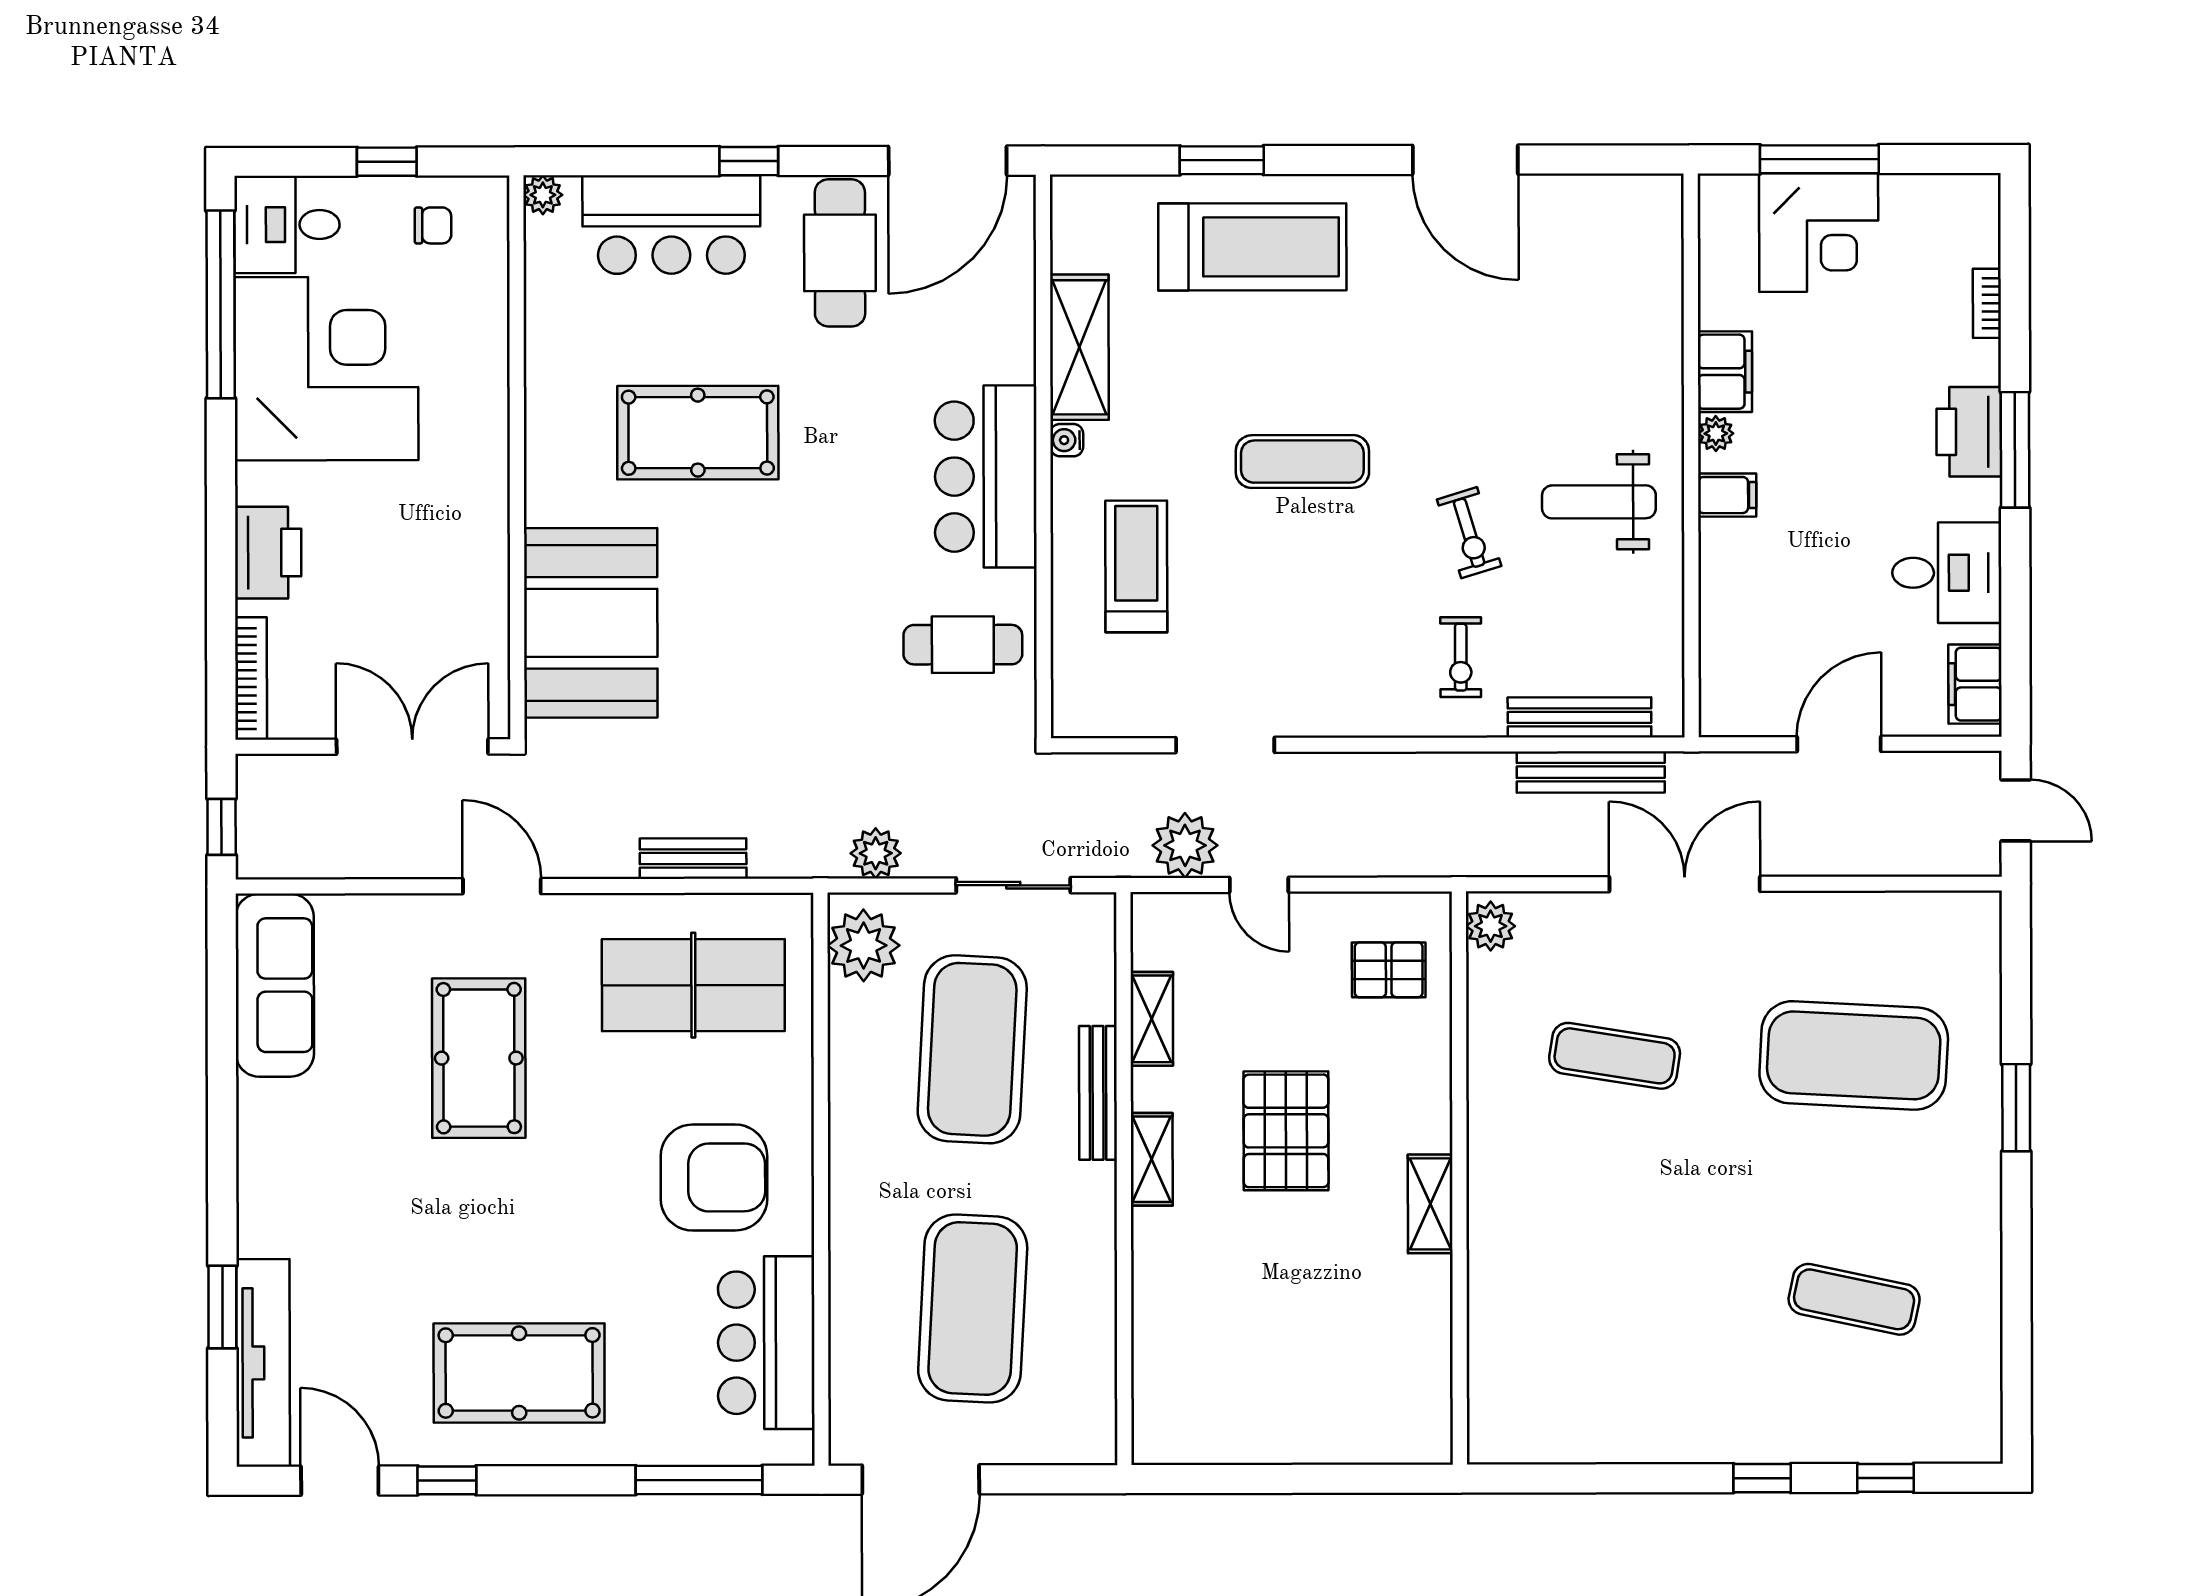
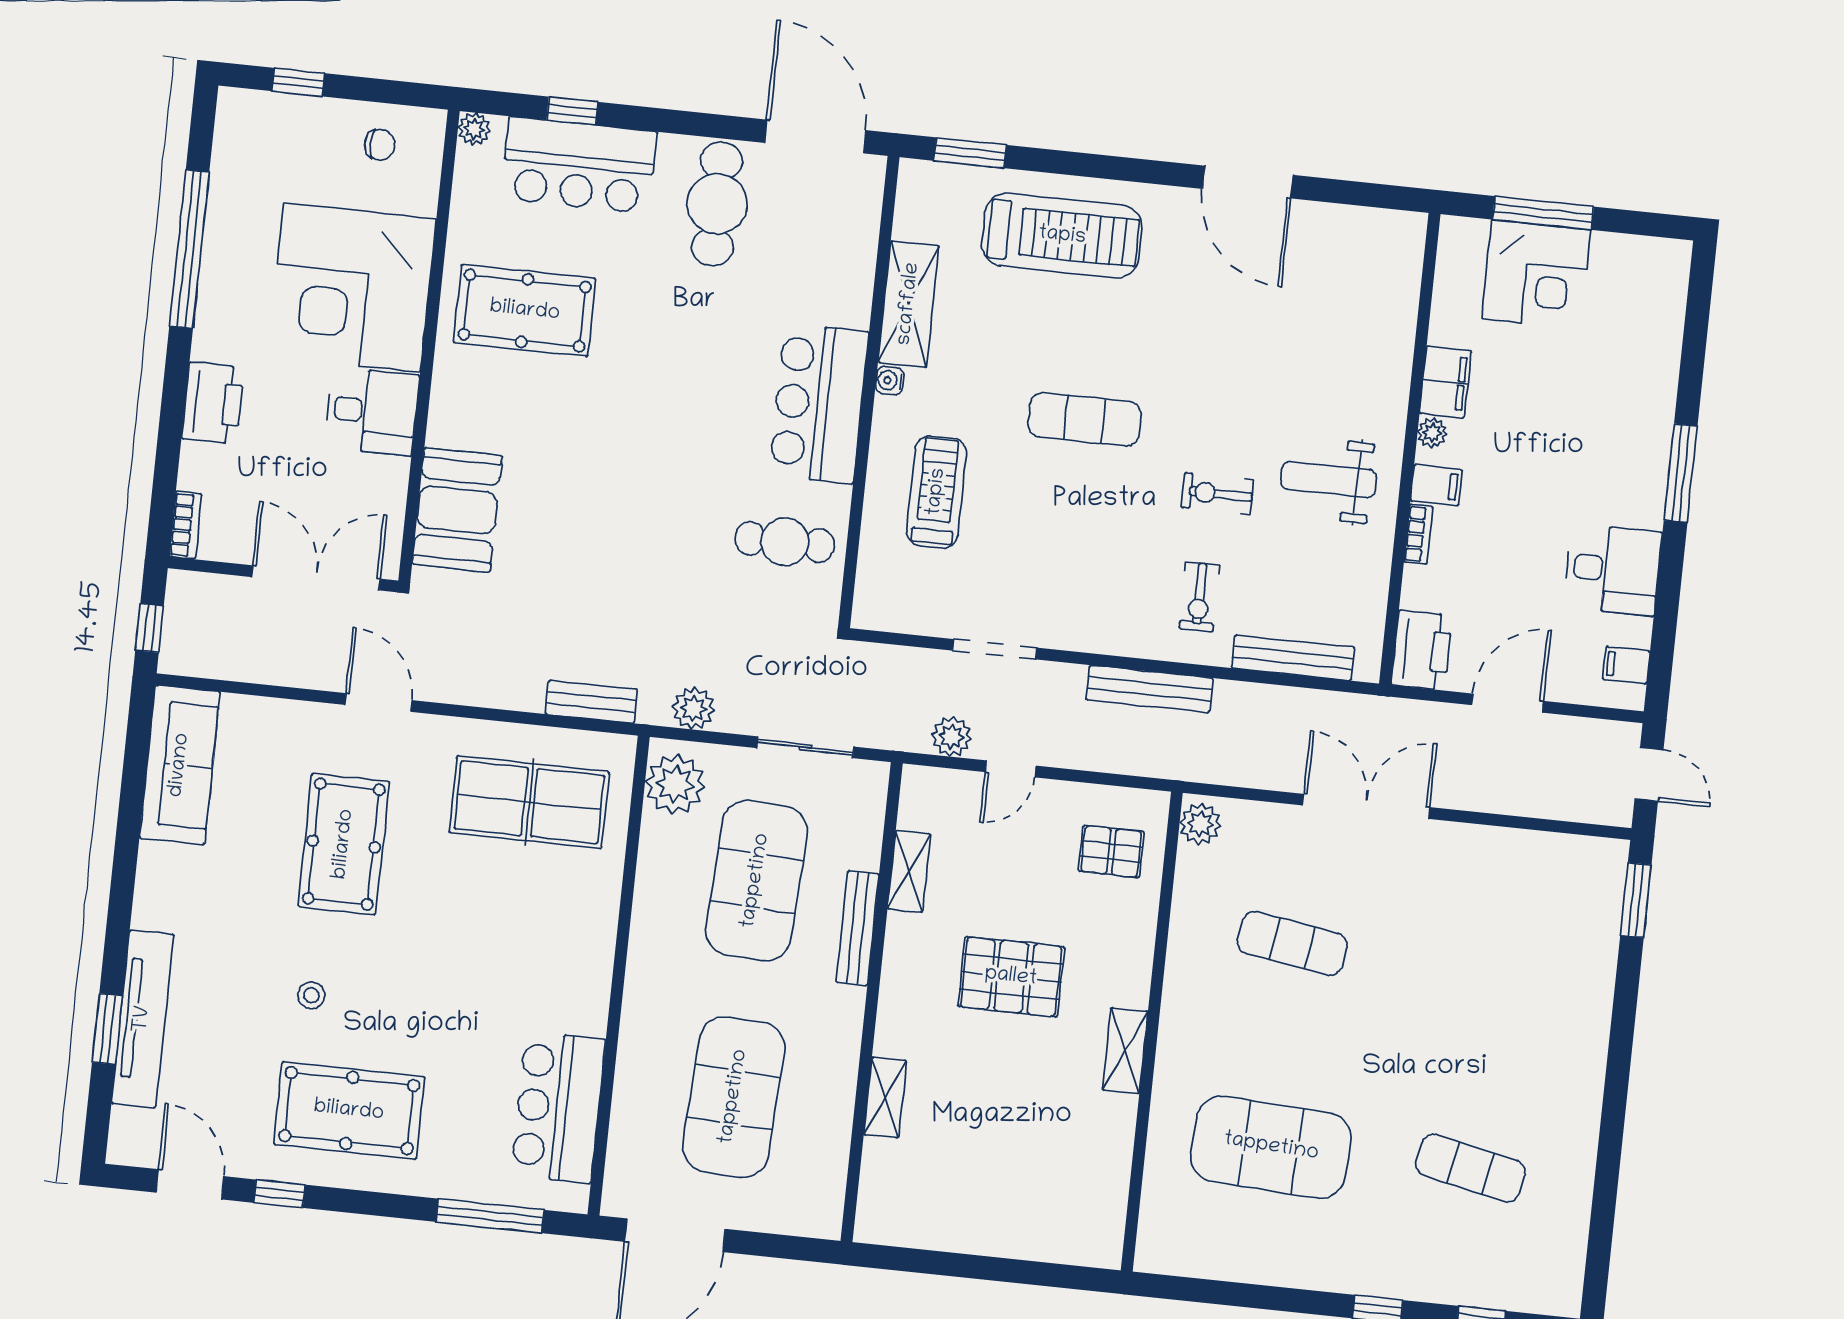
window: (1222, 160) -> (970, 153), moved
window: (749, 161) -> (572, 111), moved
door: (948, 161) -> (815, 137), swing flipped
window: (387, 162) -> (298, 82), moved
desk: (287, 225) -> (372, 411), moved, turned 180
bookcase: (1987, 303) -> (1418, 534), moved, turned 180
window: (221, 304) -> (189, 249), moved
corner desk: (326, 369) -> (352, 288), moved, turned 180
printer: (1969, 432) -> (1422, 650), moved, turned 180
pool table: (698, 433) -> (525, 311), moved
exercise bike: (1469, 533) -> (1217, 494), turned 107
booth: (591, 623) -> (457, 510), width x0.73, depth x0.70
bookcase: (251, 678) -> (185, 525), width x0.64
filing cabinet: (1975, 684) -> (1626, 665), width x0.50
bench: (1591, 772) -> (1150, 689), moved
plant: (1185, 845) -> (952, 737), width x0.73, depth x0.73
bench: (693, 858) -> (591, 702), moved
door: (1259, 885) -> (1011, 769), hinge flipped
exercise mat: (1854, 1055) -> (1271, 1147), moved
window: (2016, 1108) -> (1636, 900), moved
pallet: (1286, 1131) -> (1011, 977), turned 90
shelving: (1152, 1159) -> (885, 1097), moved
armchair: (714, 1178) -> (529, 965), removed
stool: (460, 1241) -> (311, 995), added
tv unit: (263, 1363) -> (143, 1019), moved

